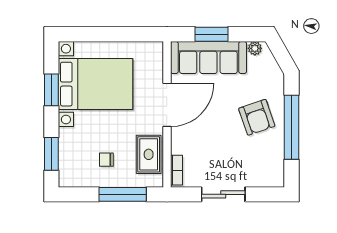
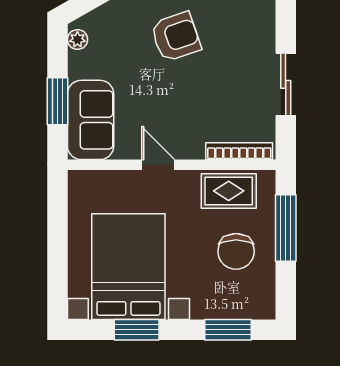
sofa: (208, 58) -> (91, 120), width x0.73
door: (167, 105) -> (158, 165), width x0.53
chair: (106, 160) -> (236, 251), width x1.87, depth x1.87
bookcase: (177, 170) -> (239, 151), width x1.56

